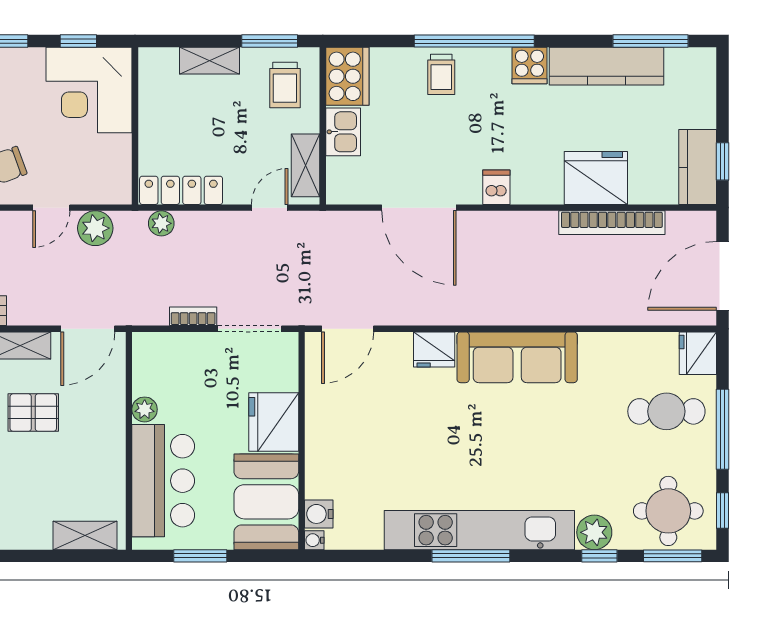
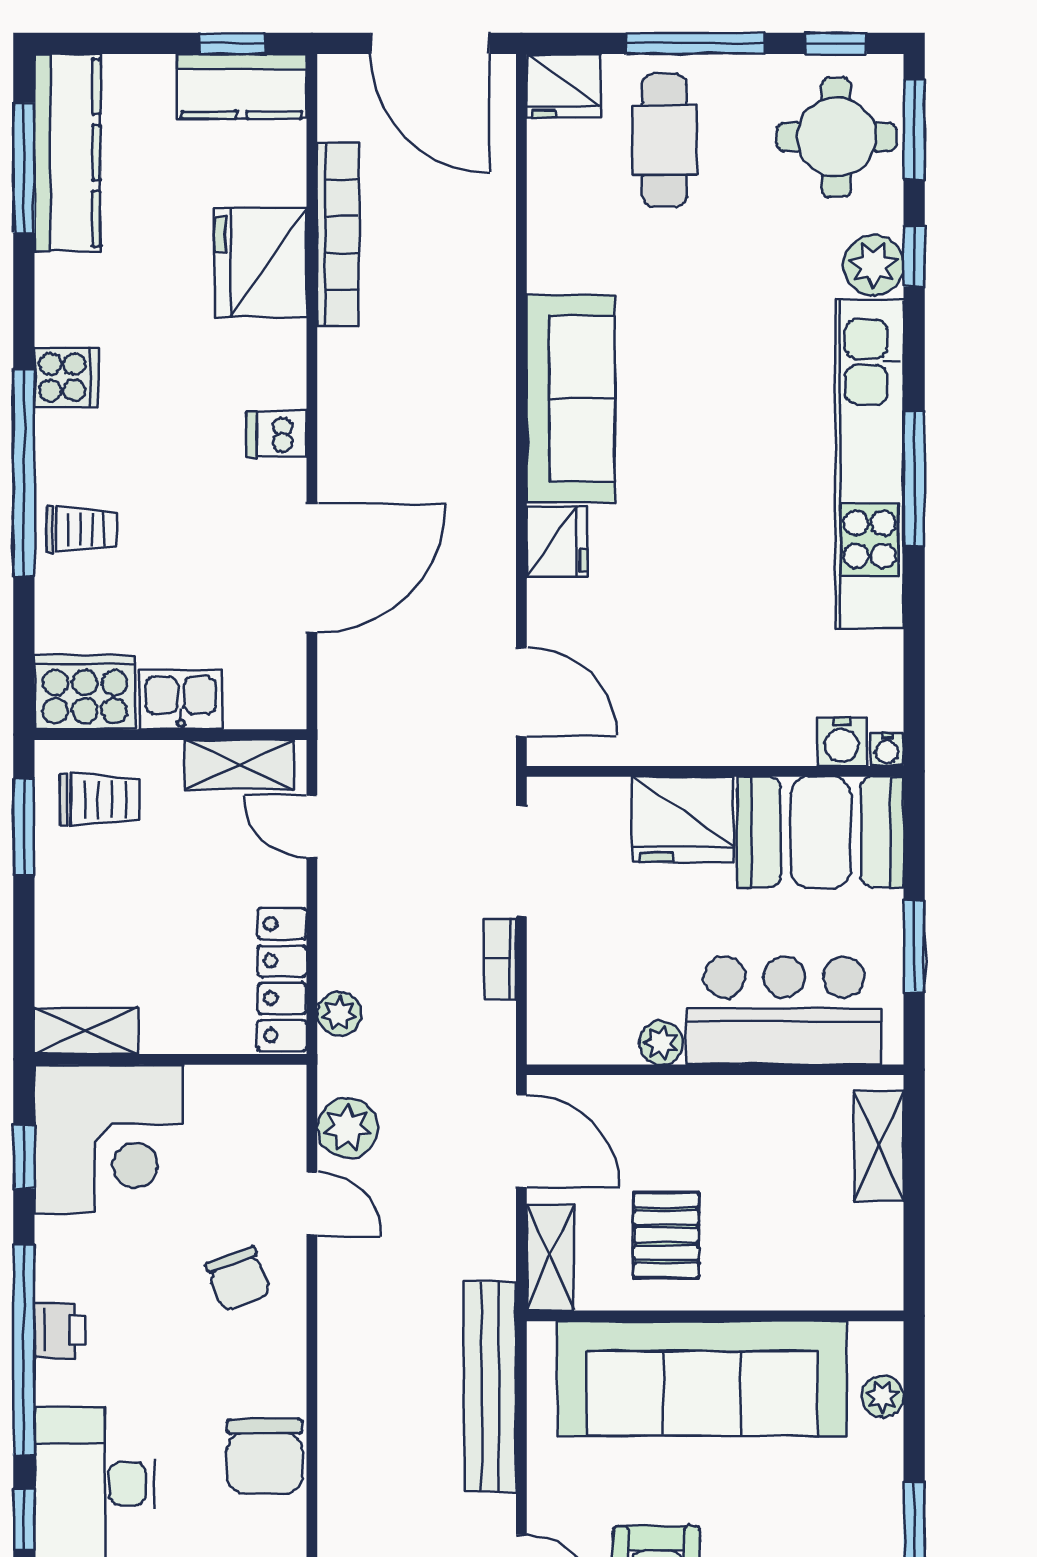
shelving: (209, 61) -> (86, 1031), moved, turned 90
kitchen counter: (606, 66) -> (67, 153), moved

